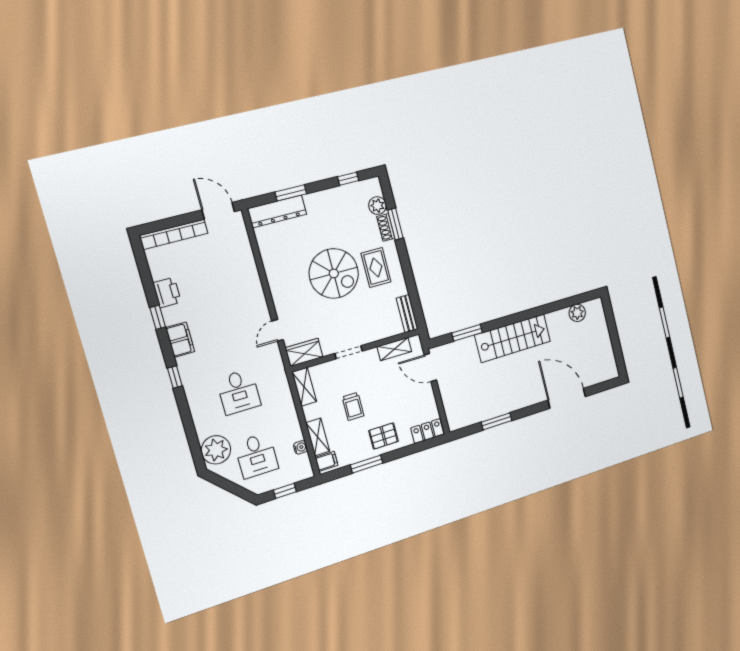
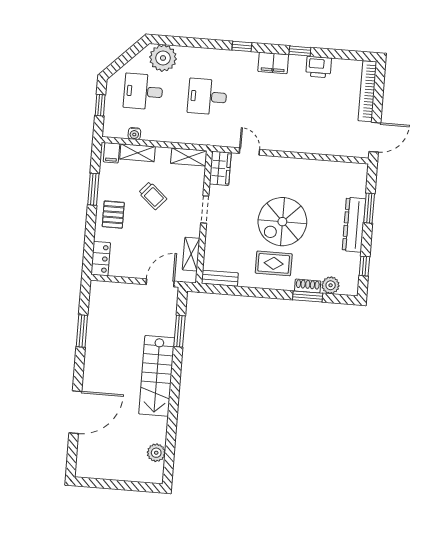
dresser: (277, 211) -> (354, 225), moved
trolley: (353, 406) -> (153, 196), turned -139

